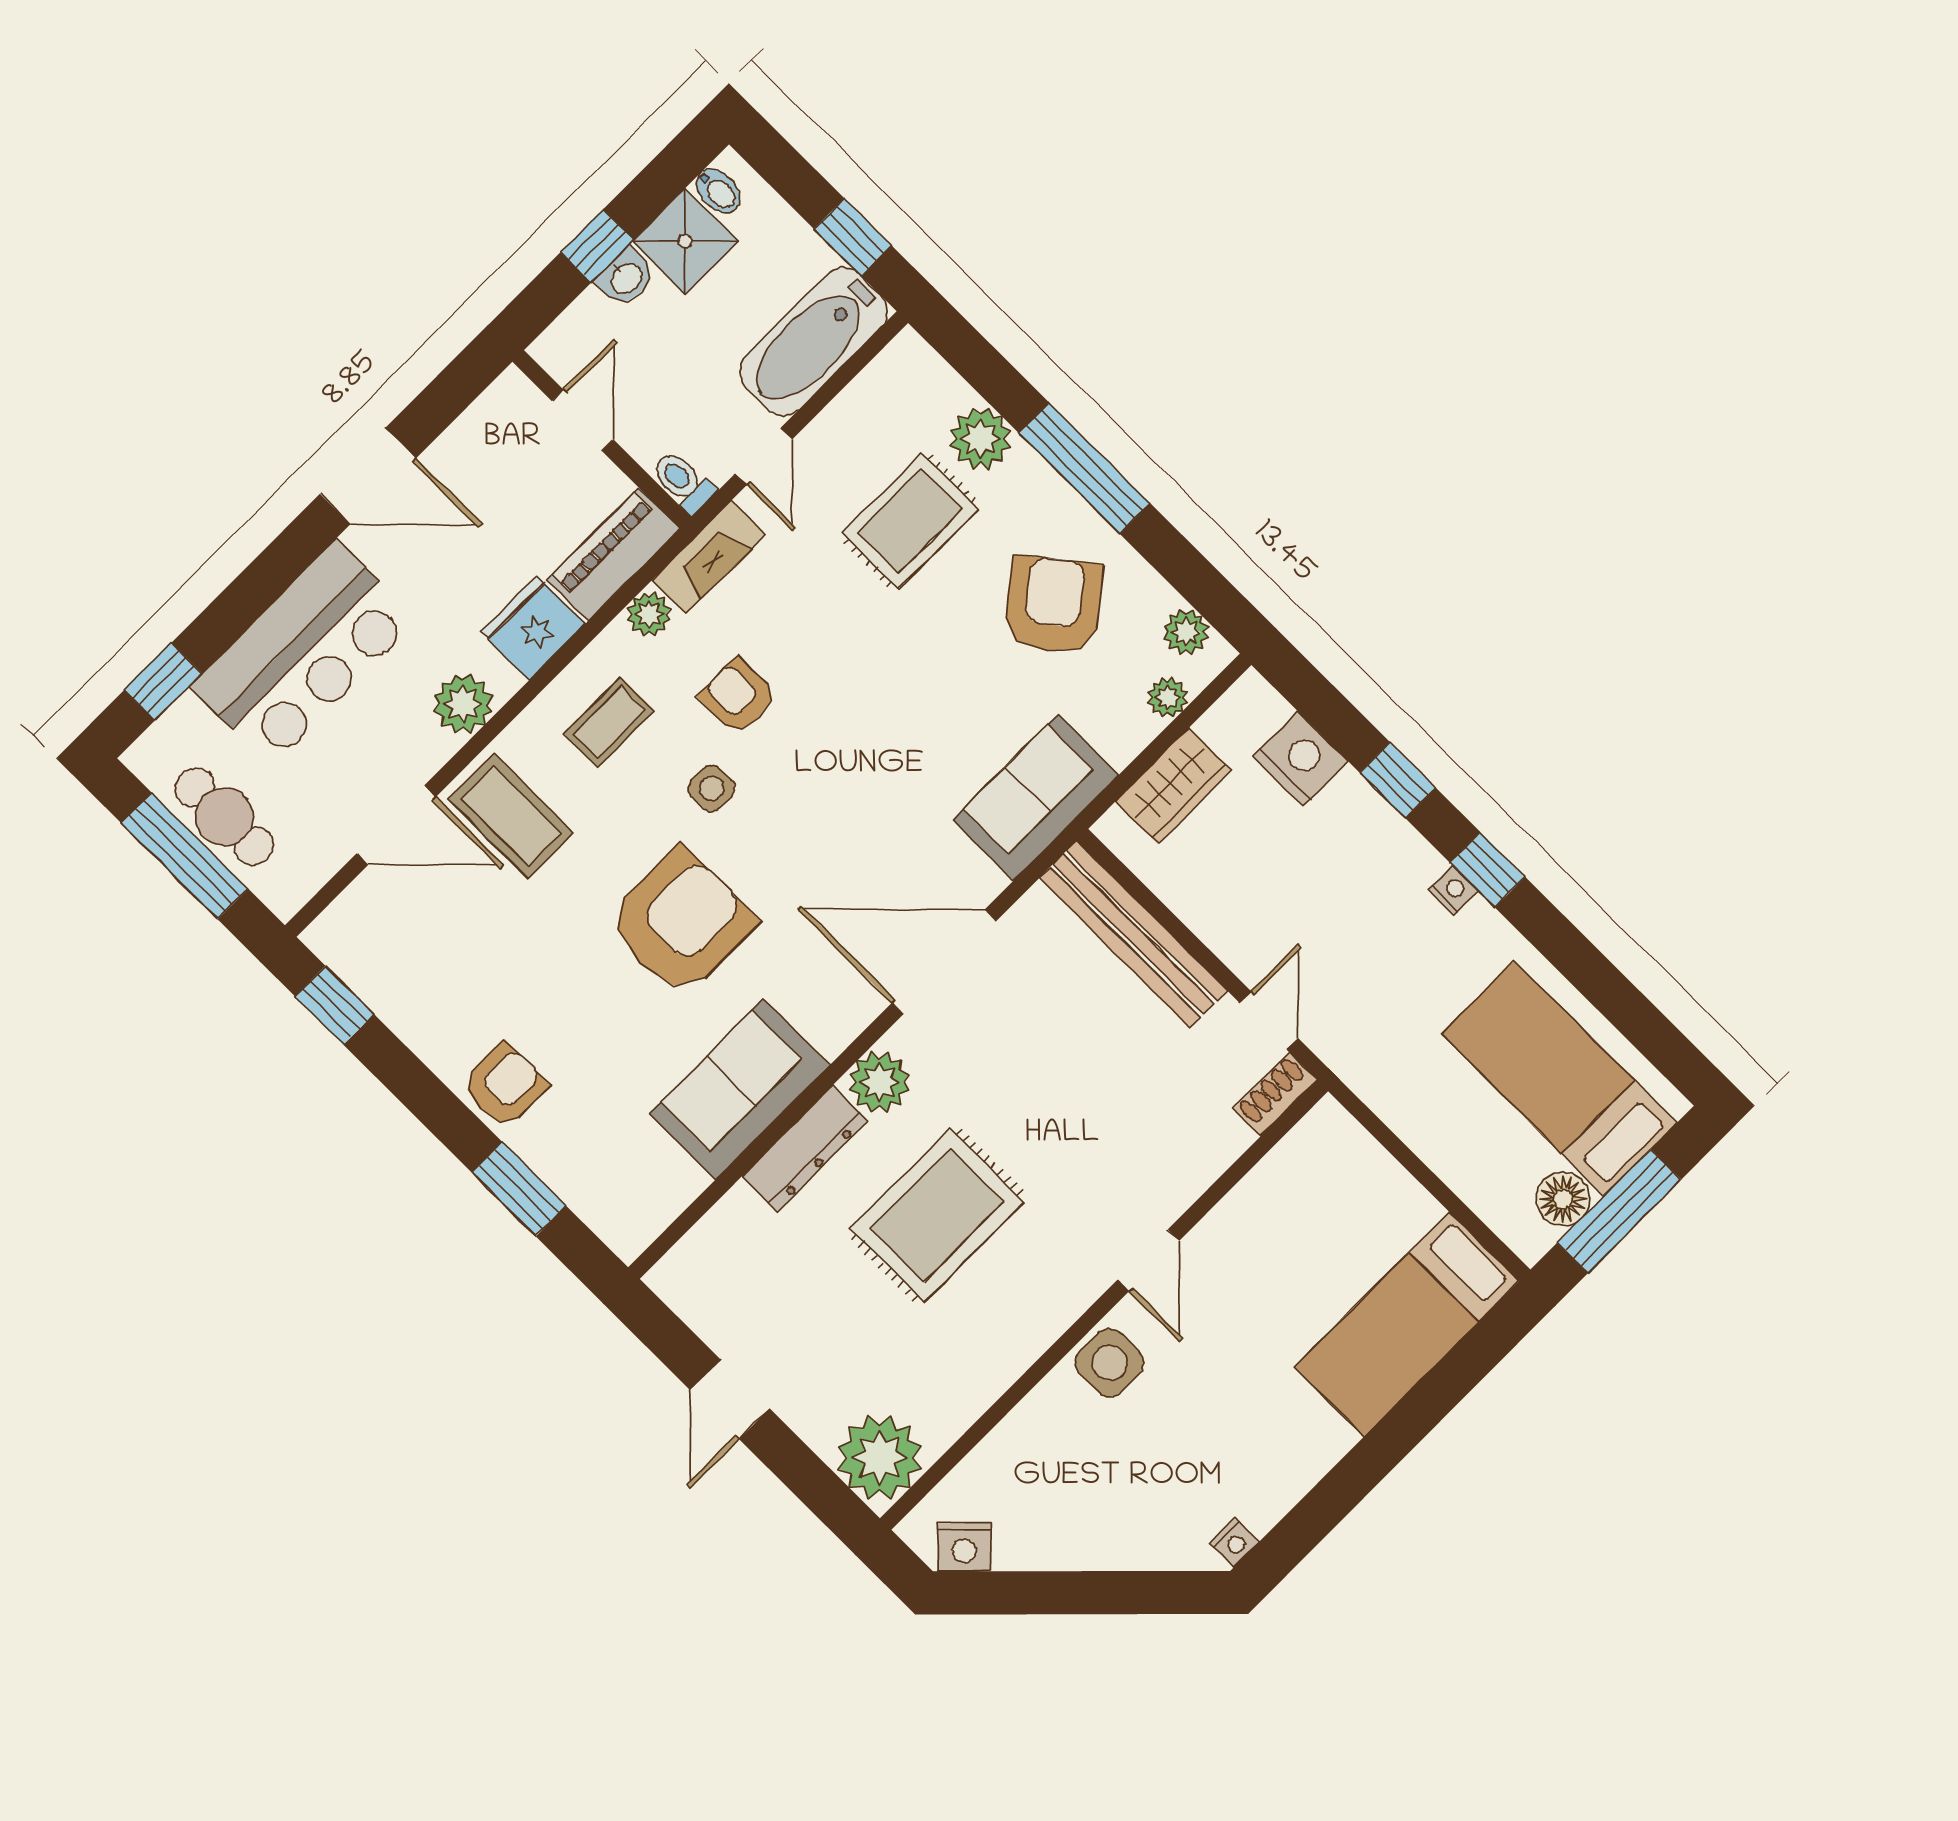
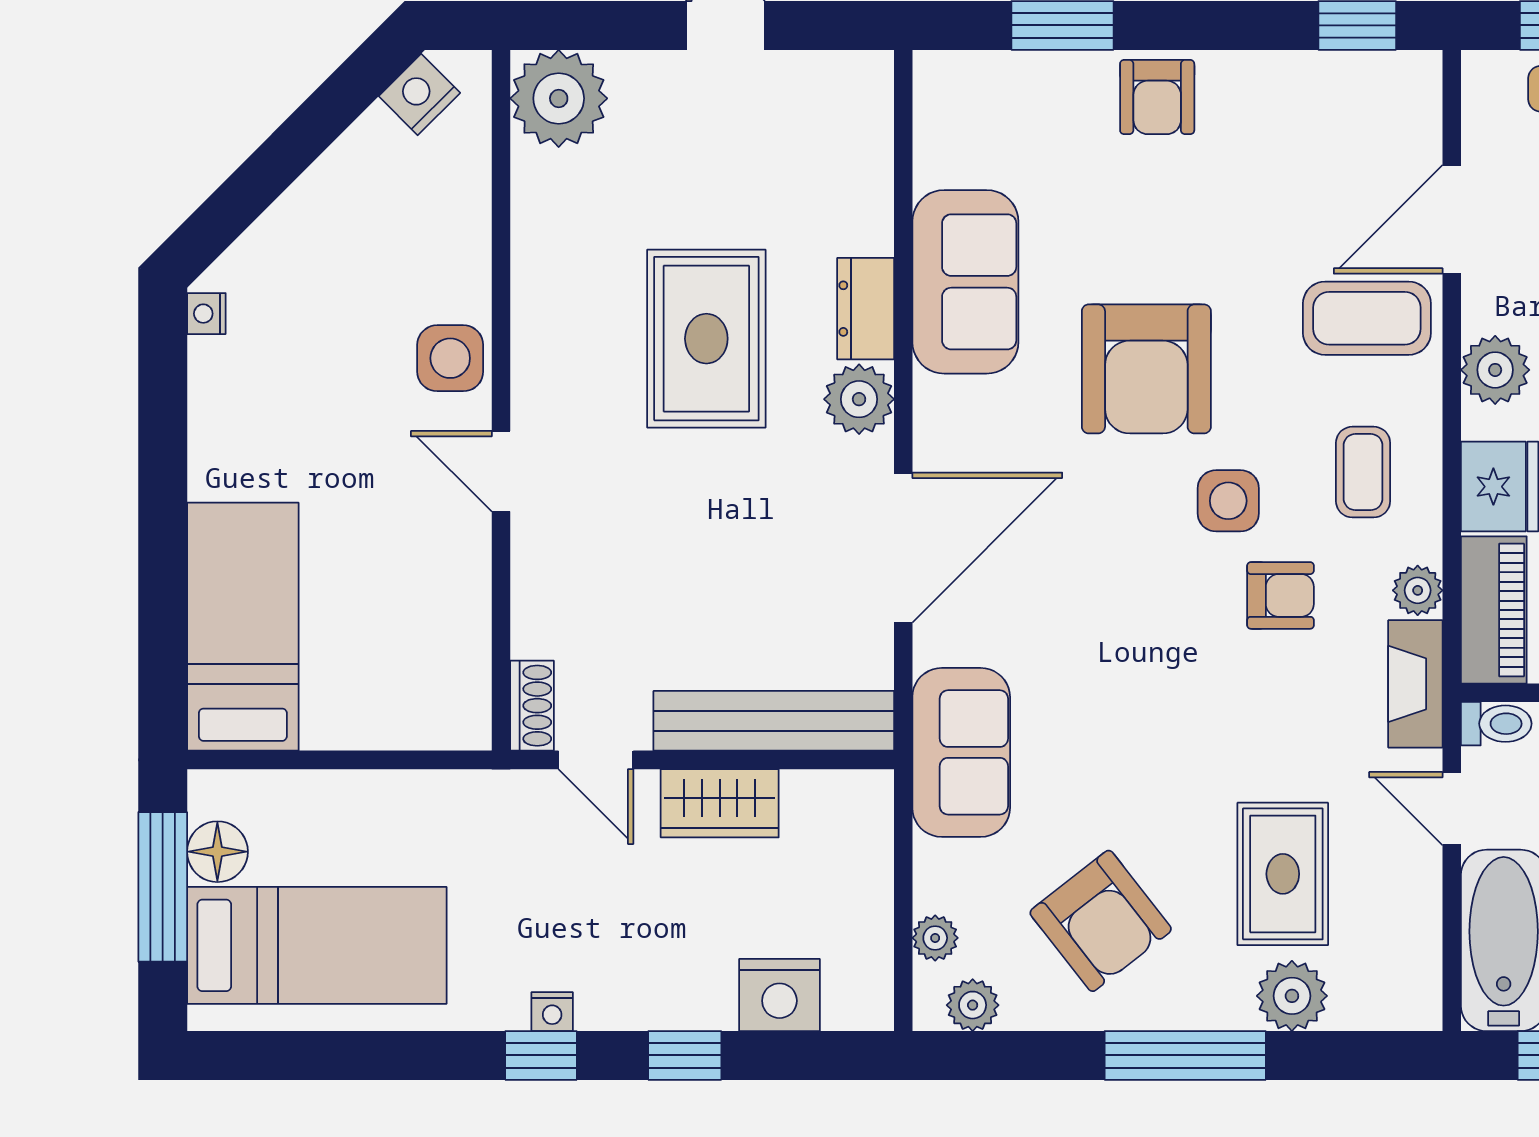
wardrobe: (1173, 786) -> (720, 803), moved, turned -90
side table: (712, 788) -> (1228, 501), width x1.37, depth x1.37
dresser: (805, 1149) -> (866, 309), width x0.70

